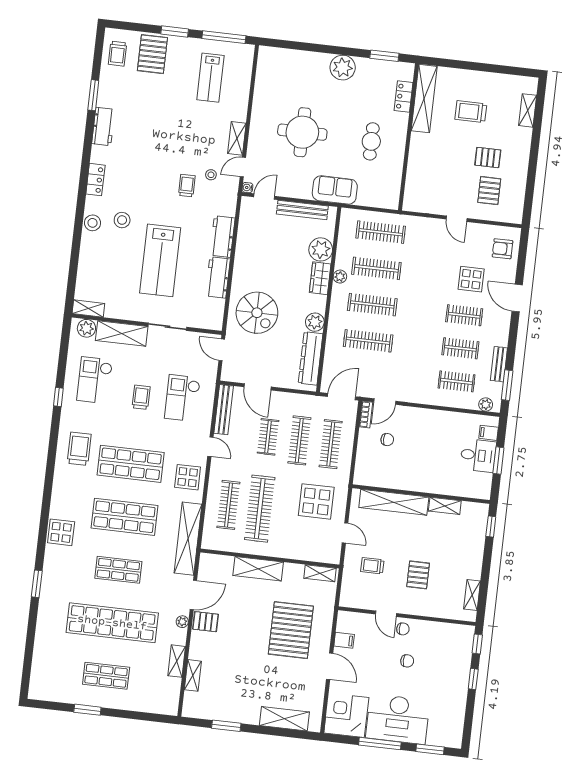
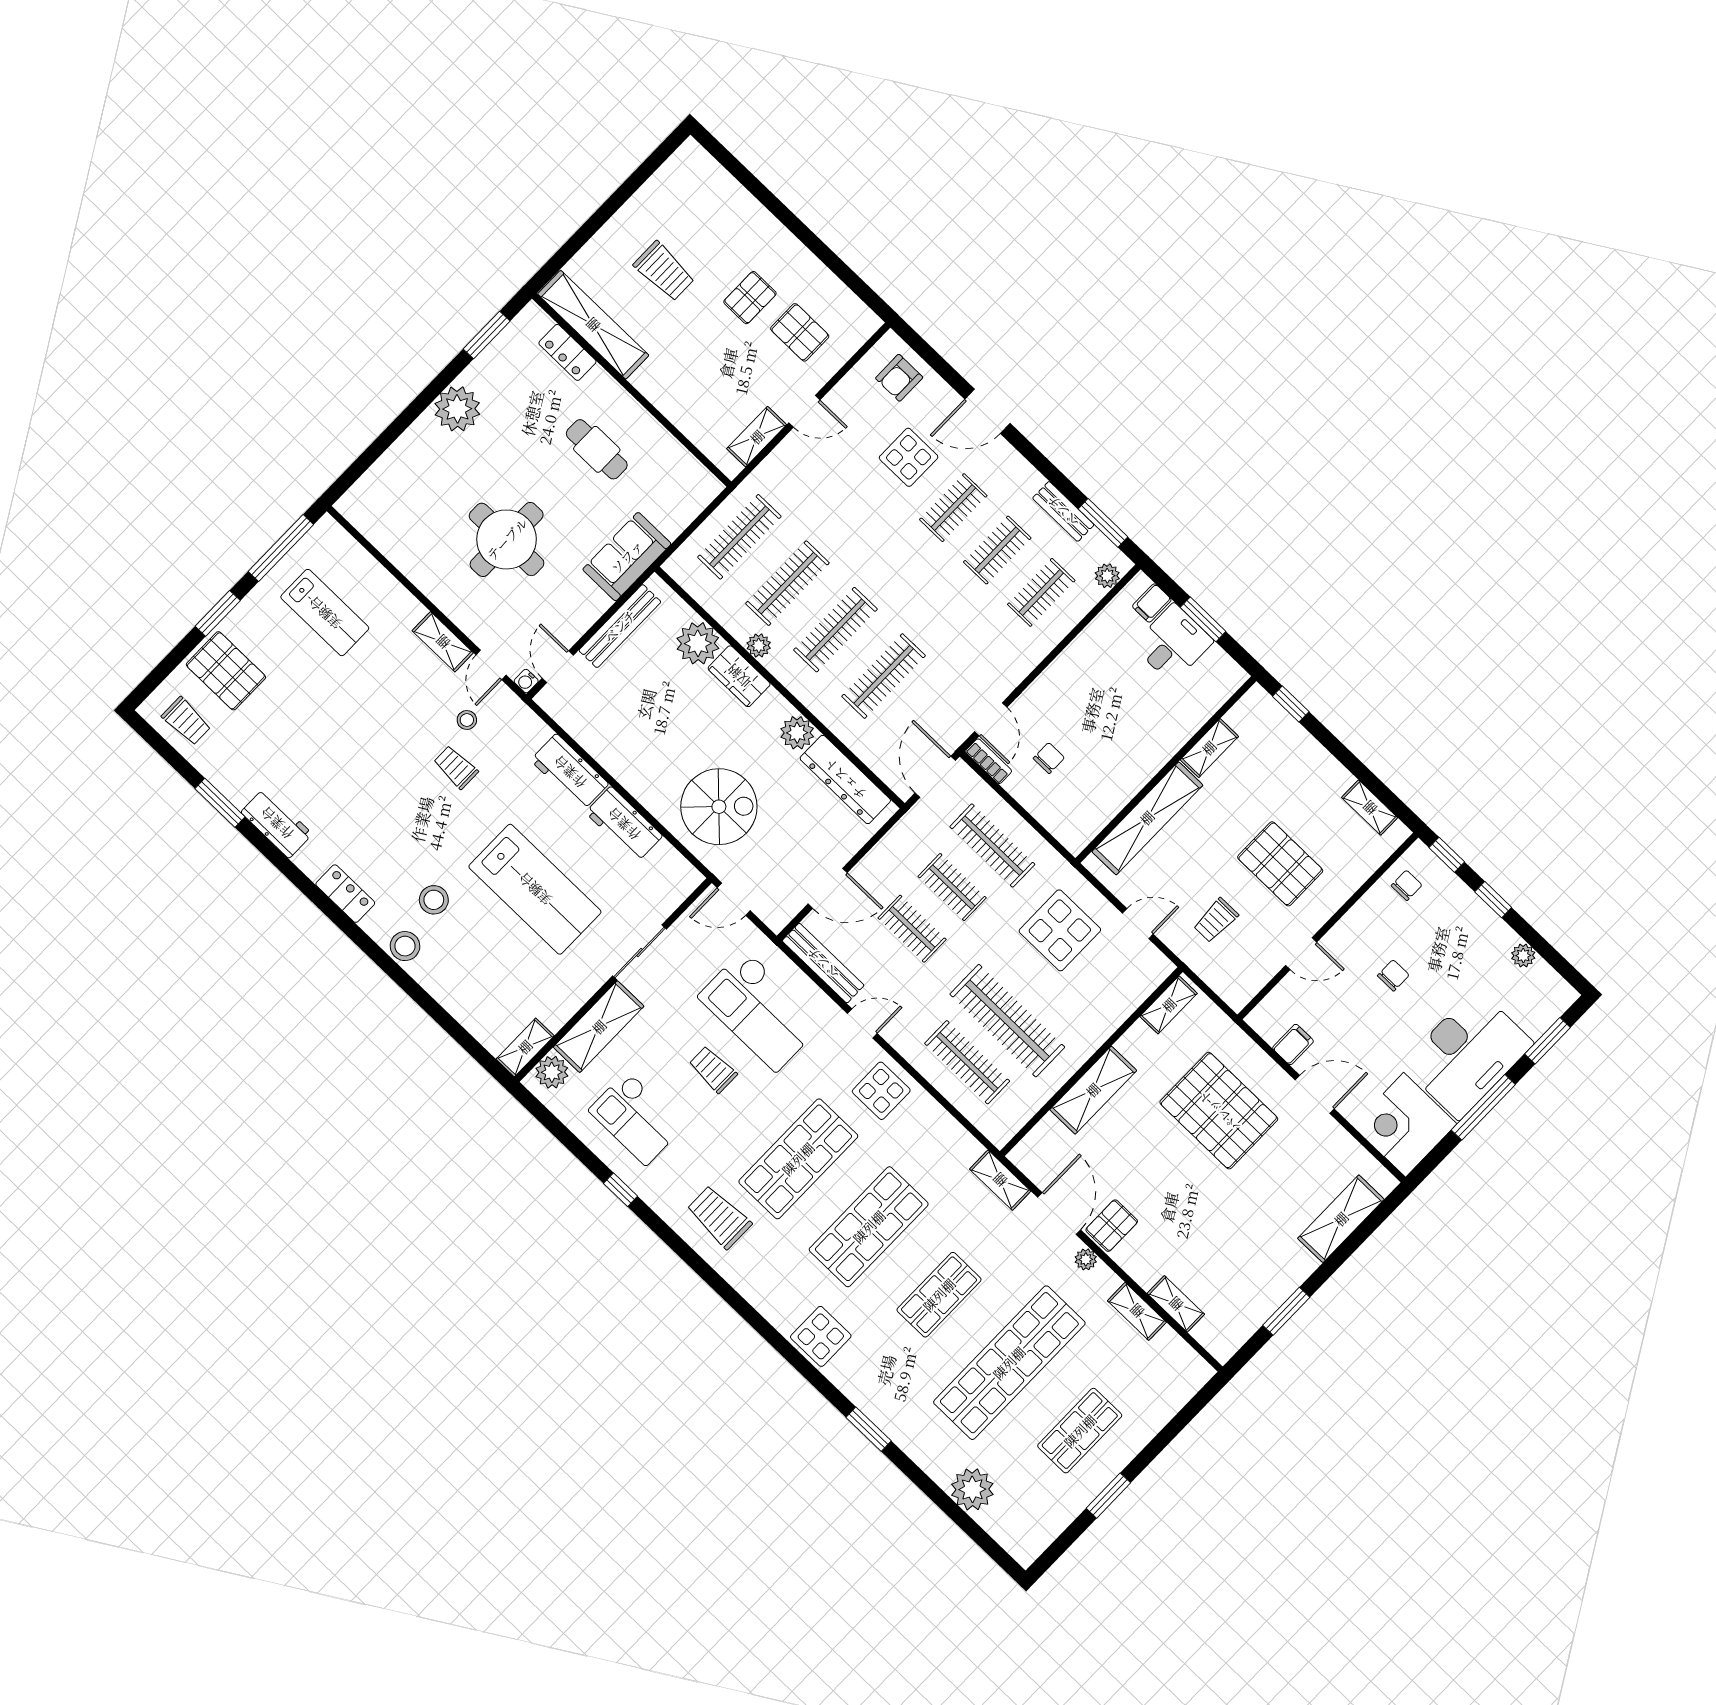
shelving: (528, 110) -> (757, 437), moved, turned 90
trolley: (471, 112) -> (664, 271), turned -90
checkout: (182, 398) -> (760, 1010), width x1.36, depth x1.21
clothes rail: (299, 440) -> (952, 887), width x0.73
shelving: (188, 539) -> (1000, 1180), width x0.45, depth x0.75
pallet: (418, 575) -> (1280, 864), width x1.50, depth x1.42
chair: (403, 629) -> (1407, 885), moved
plant: (45, 649) -> (972, 1489), added
plant: (459, 711) -> (1523, 956), added

